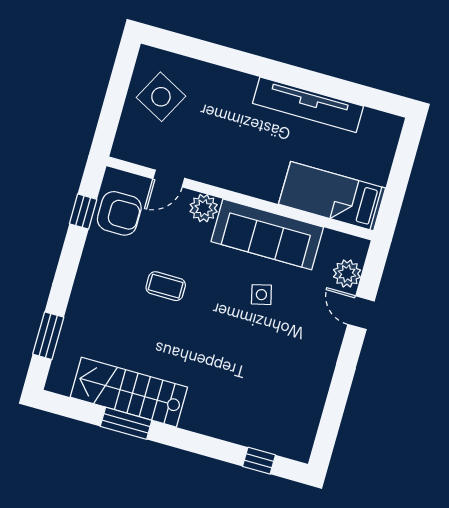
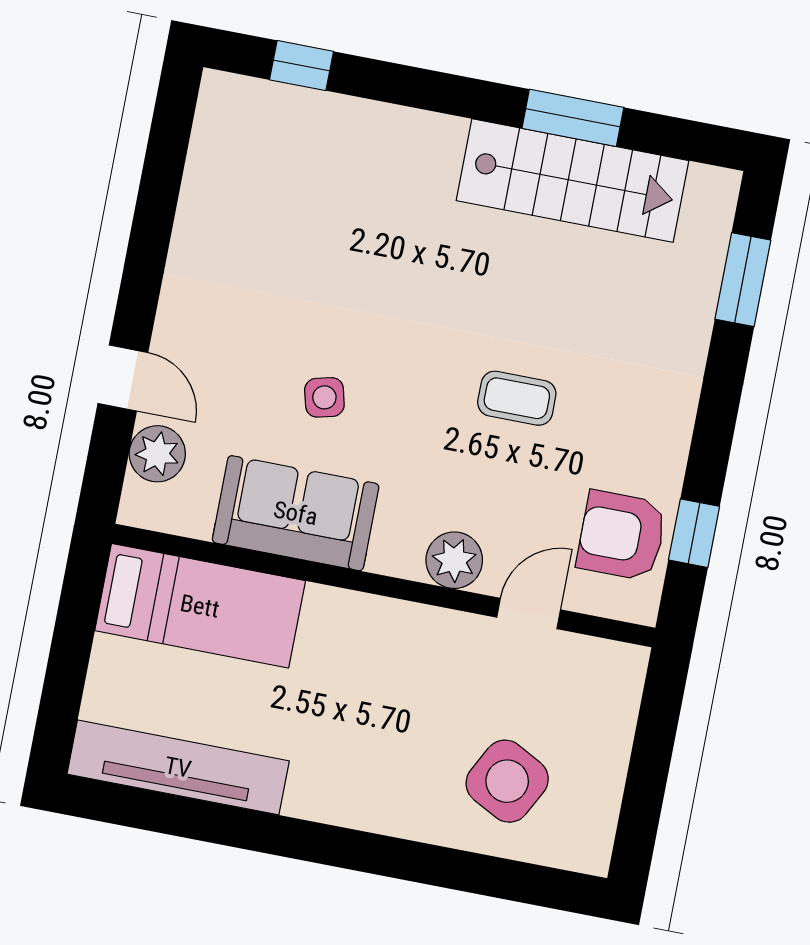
side table: (161, 97) -> (507, 781), moved
tv unit: (308, 105) -> (178, 767), moved
sofa: (267, 234) -> (296, 513), width x0.73

